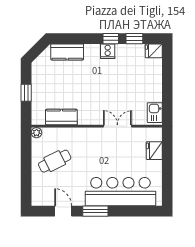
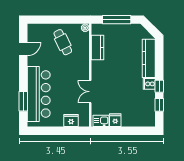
fridge: (154, 51) -> (115, 120), moved
kitchen counter: (67, 52) -> (149, 58), width x1.50
window: (26, 93) -> (117, 20), width x2.17
double door: (117, 126) -> (90, 92), swing flipped
window: (95, 211) -> (23, 101), moved

